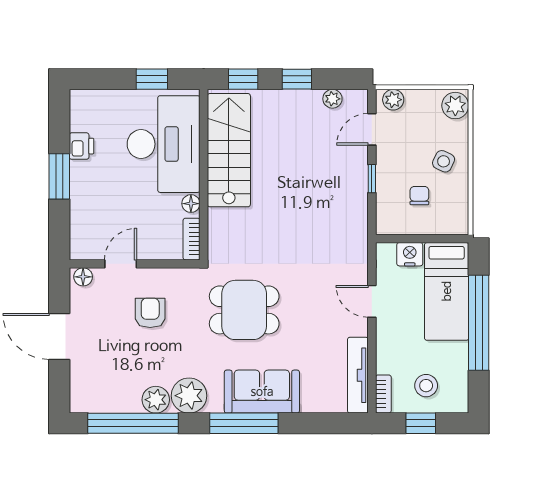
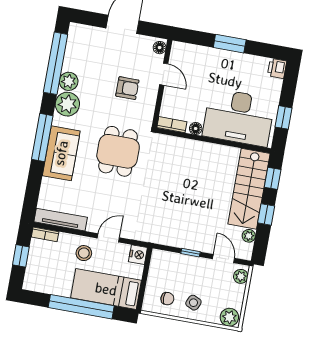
printer: (81, 146) -> (277, 68), moved, turned 90
stairs: (229, 150) -> (249, 189), moved, turned 90
chair: (419, 196) -> (167, 299), moved
nightstand: (410, 254) -> (138, 255), moved
stool: (426, 386) -> (84, 253), moved

